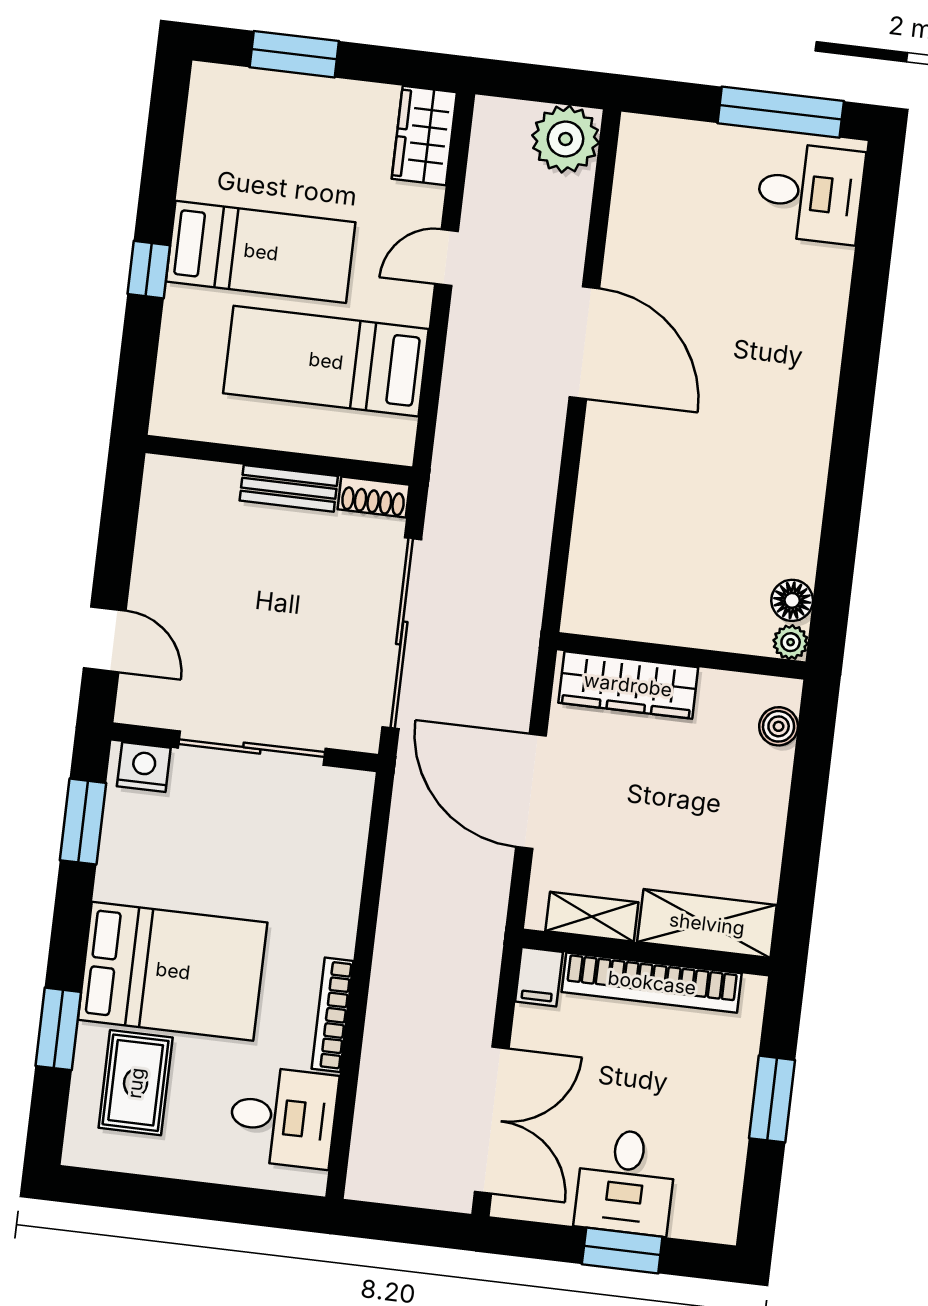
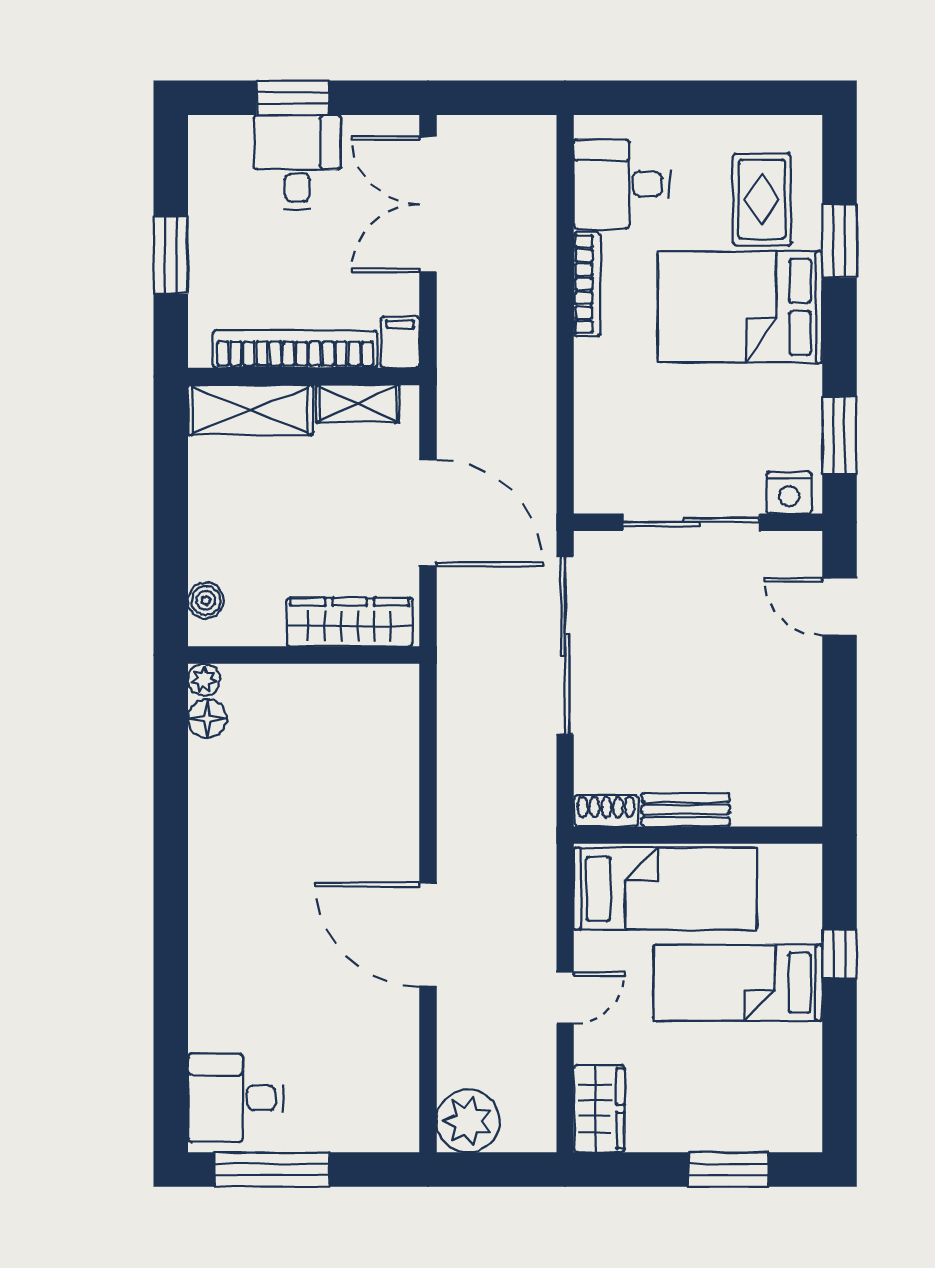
wall: (279, 460) -> (698, 835), moved
bench: (289, 488) -> (686, 810), moved
shoe rack: (374, 497) -> (606, 811), moved

